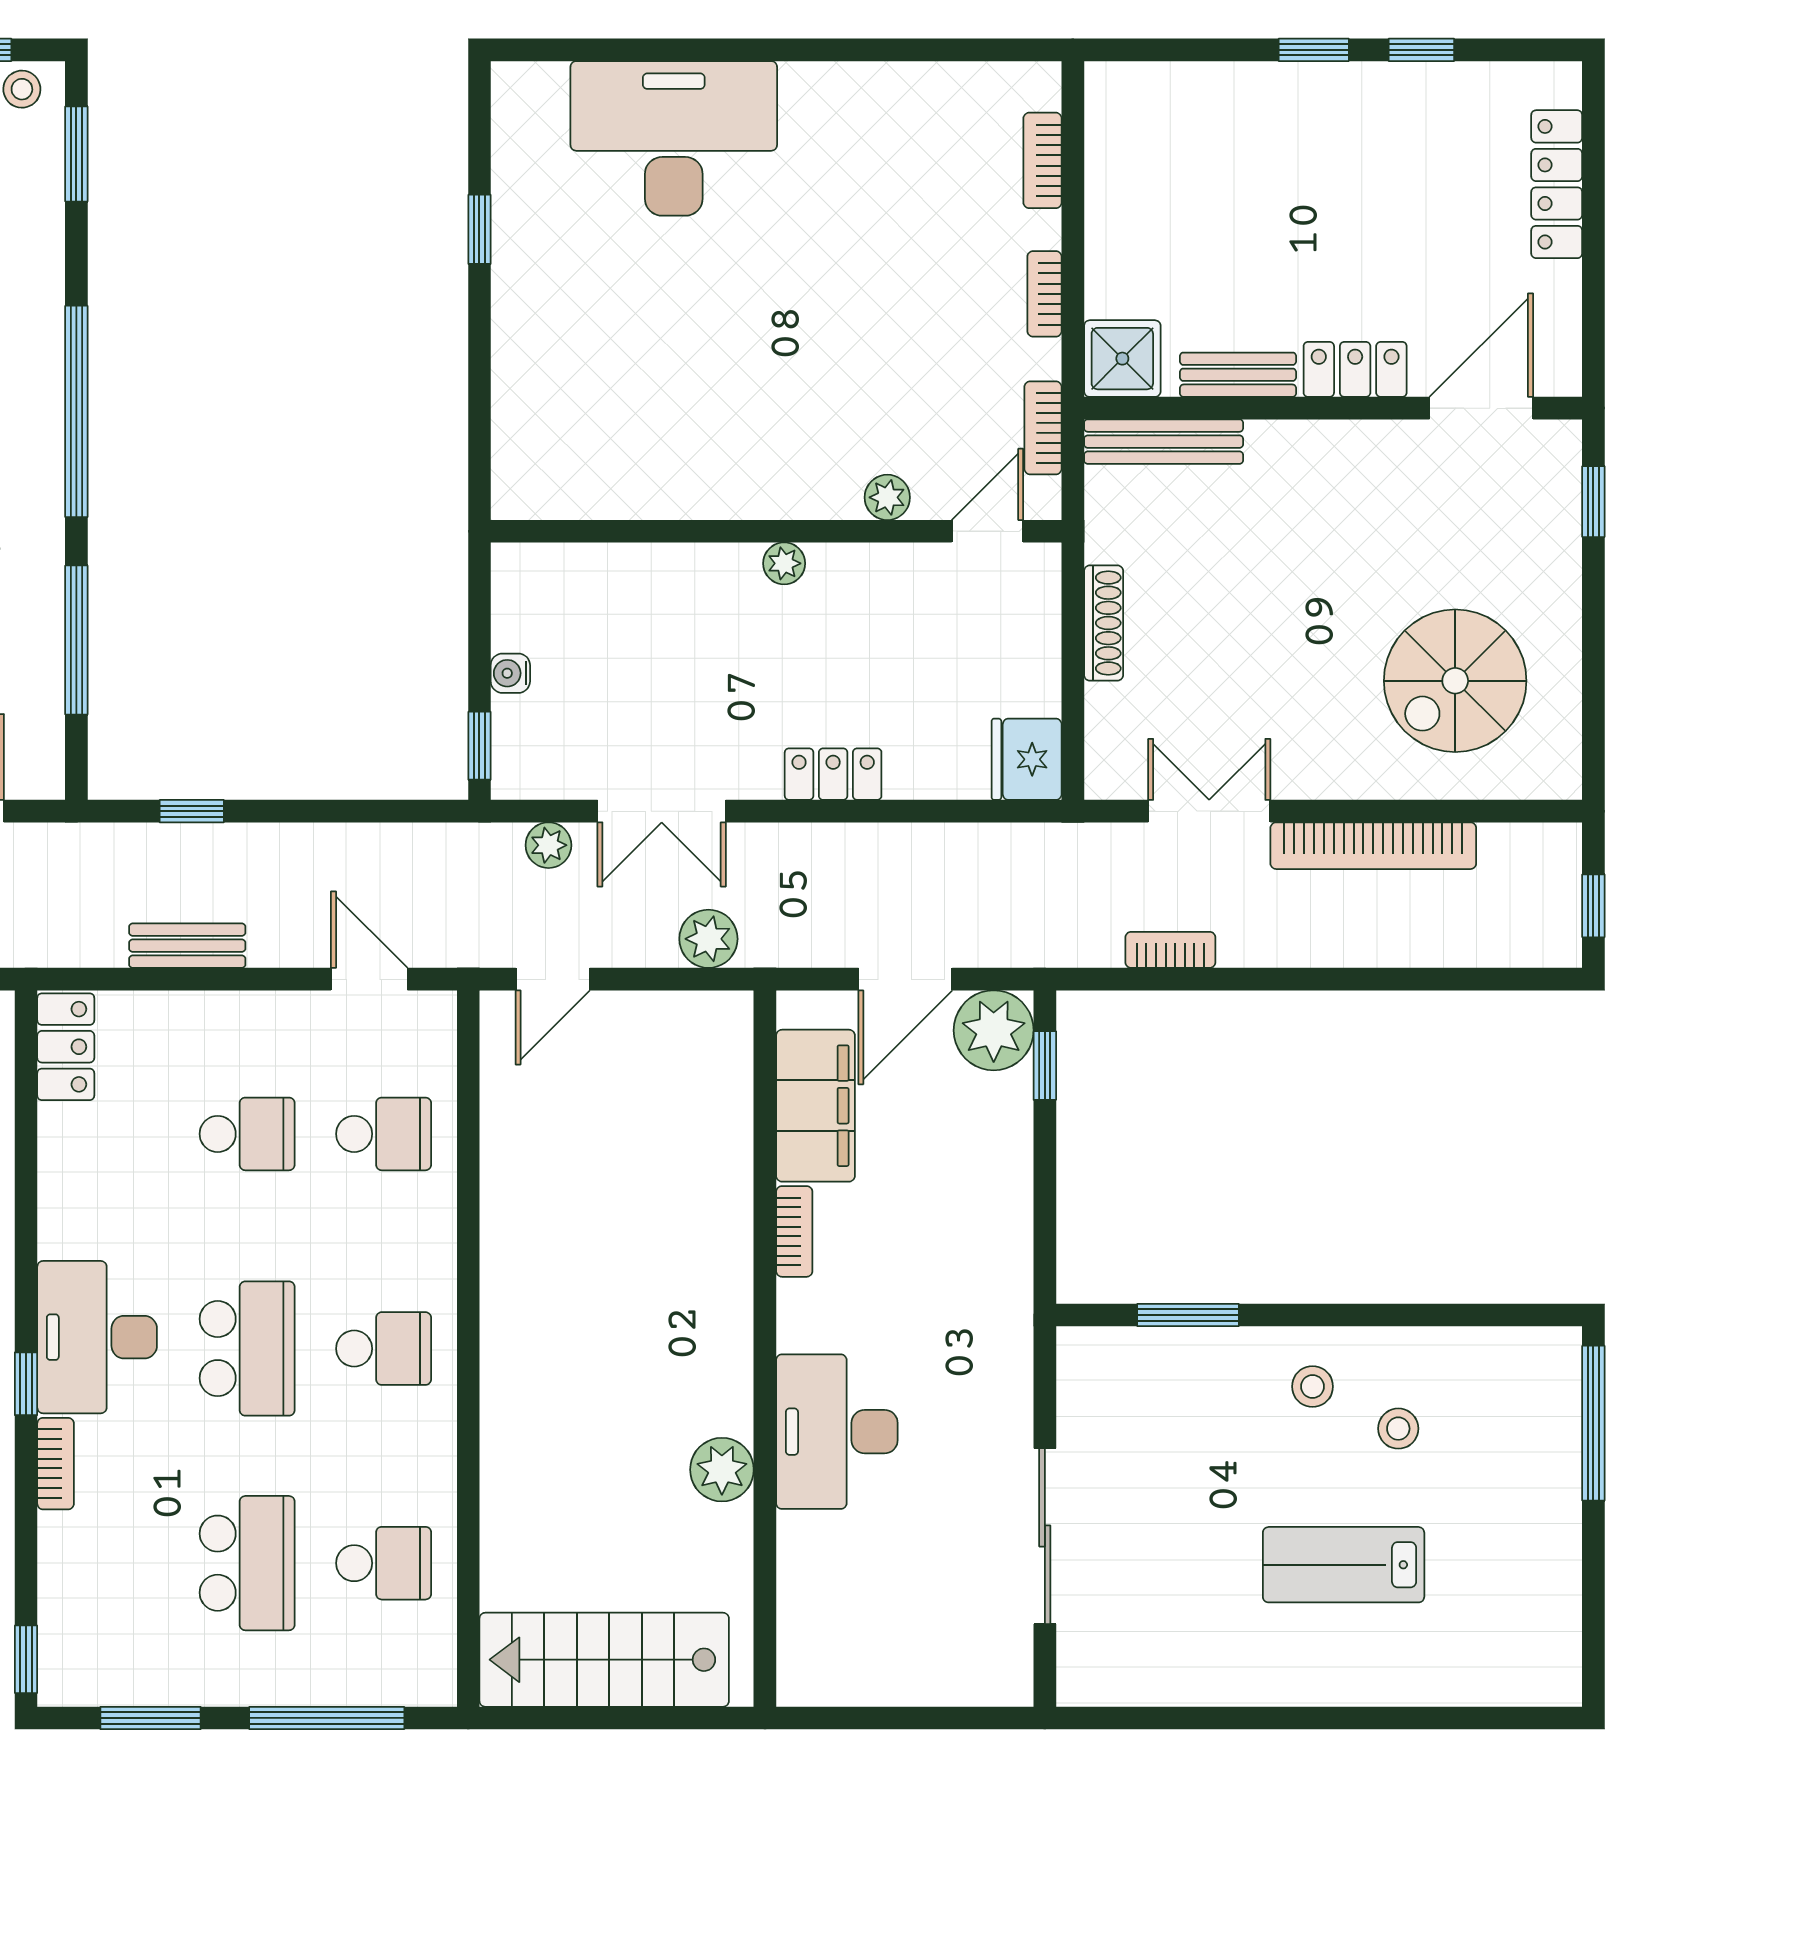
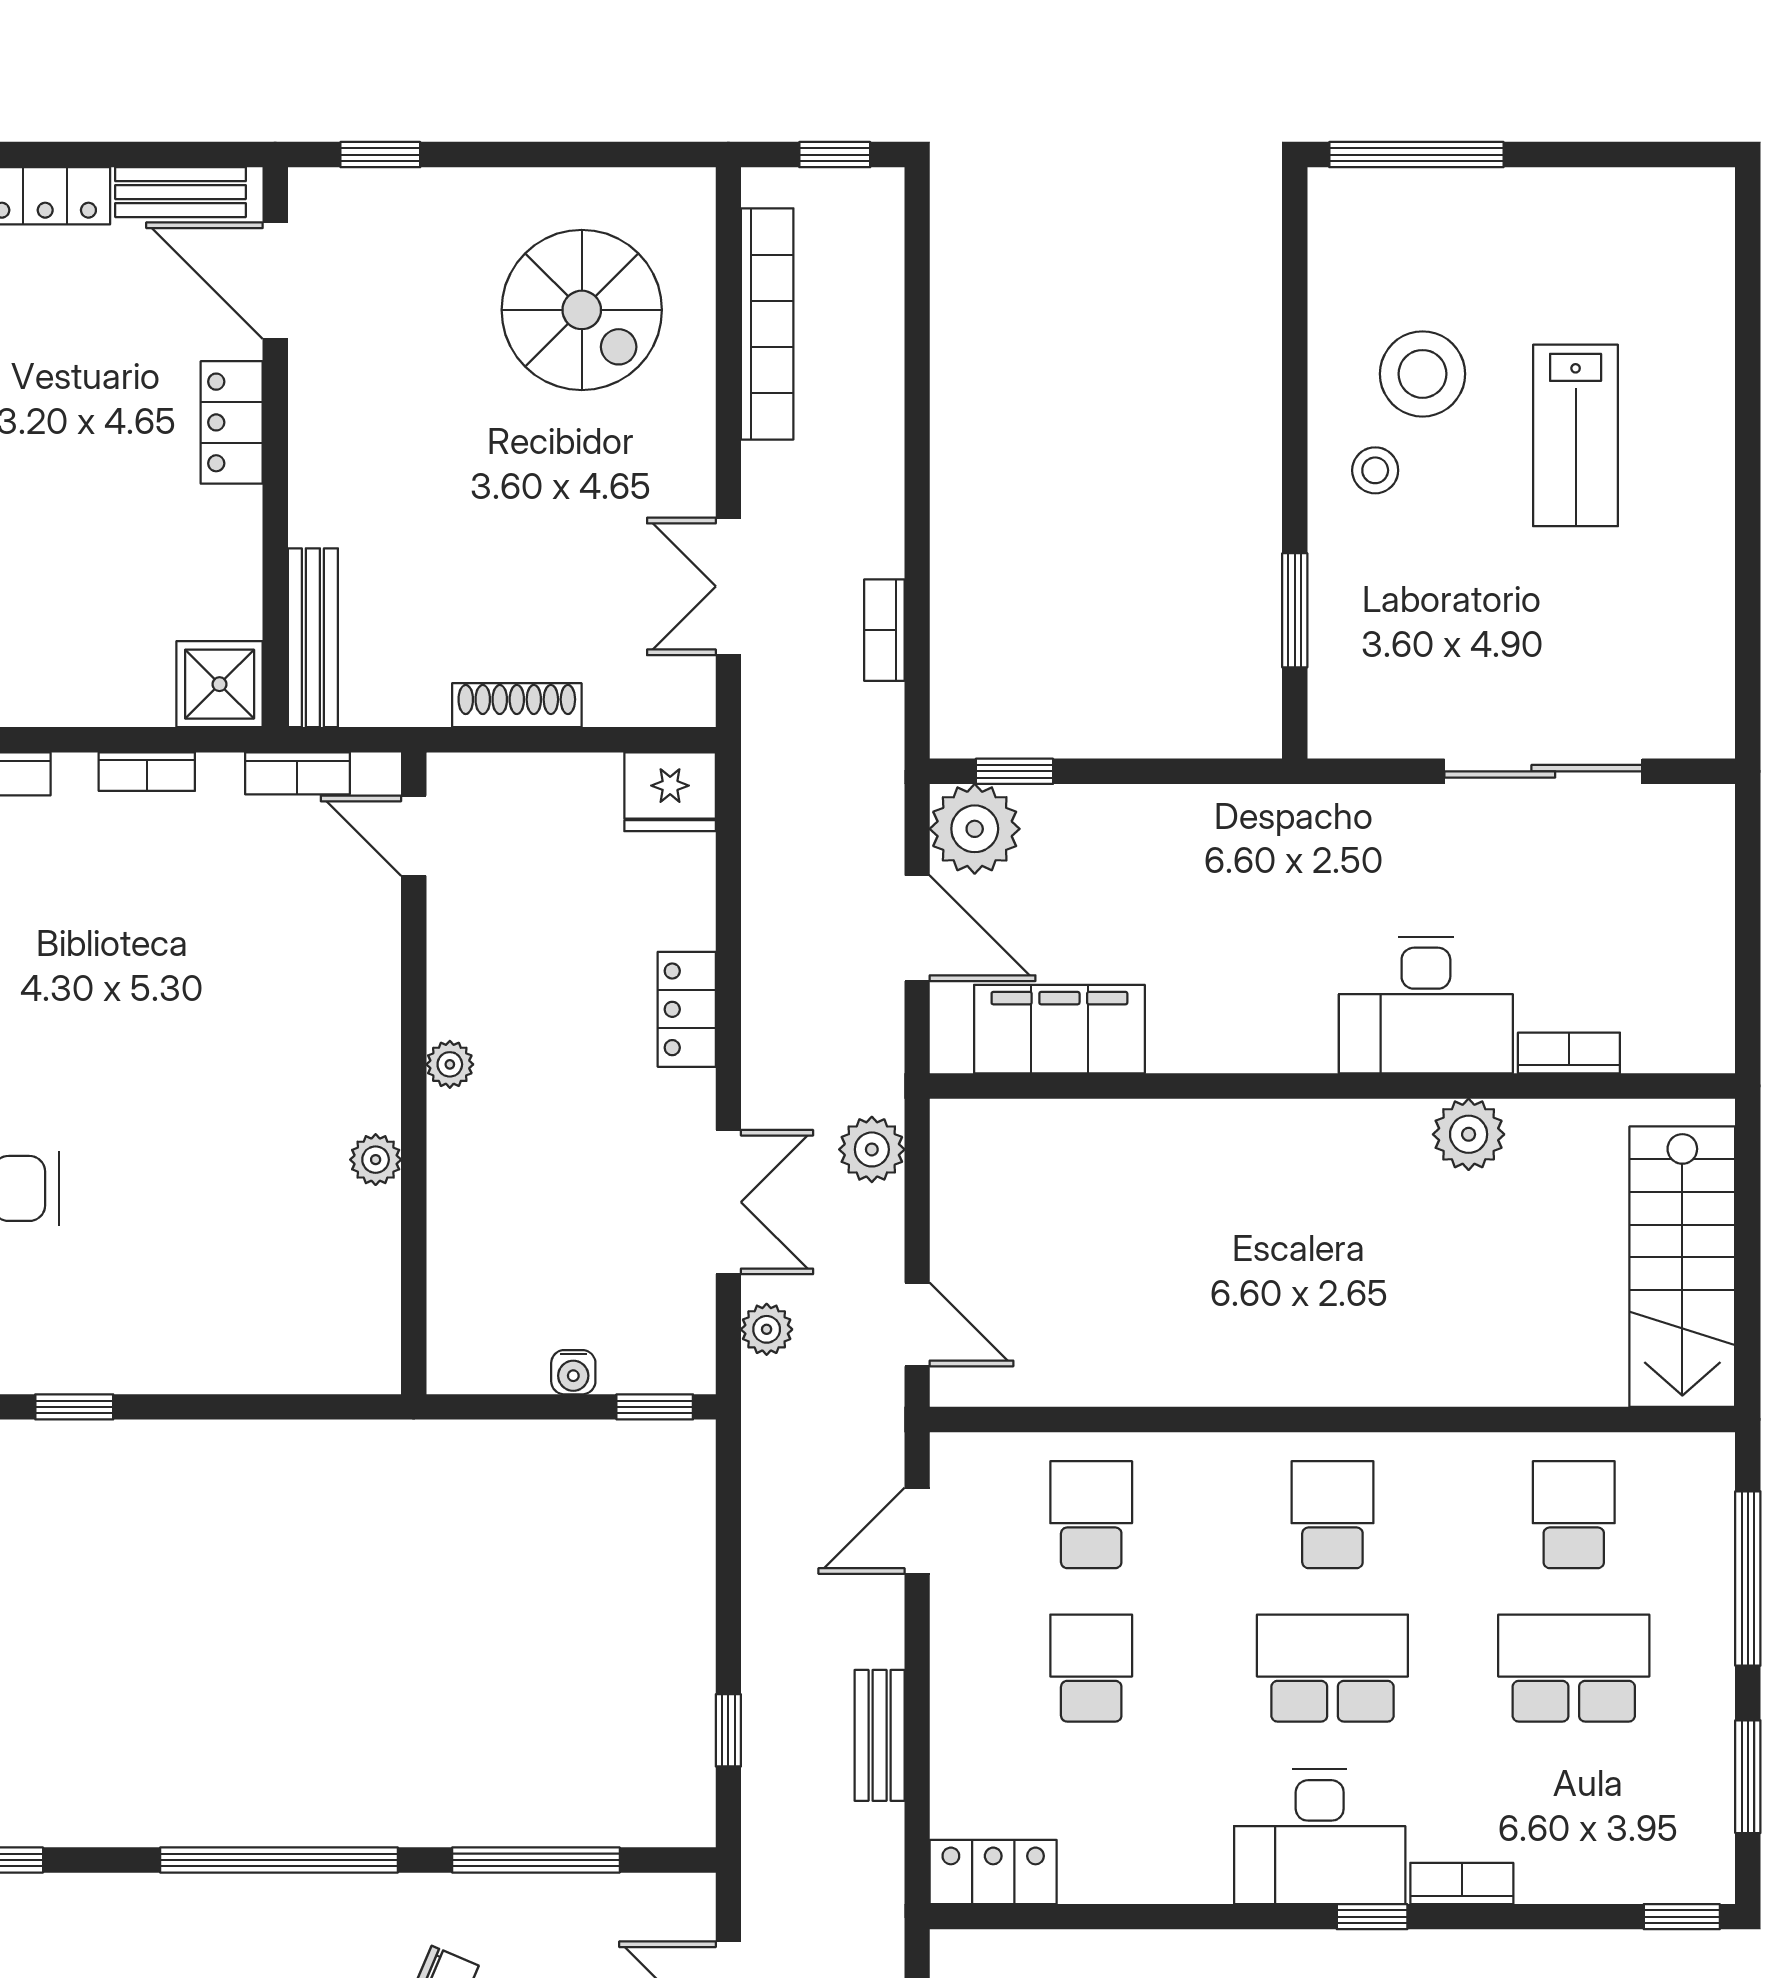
bench: (1238, 375) -> (180, 192), moved, turned 90
plant: (887, 497) -> (376, 1160), moved
bookcase: (1373, 846) -> (767, 324), moved
bookcase: (794, 1231) -> (1569, 1053), moved
stool: (1398, 1429) -> (1422, 374), width x1.89, depth x1.89

